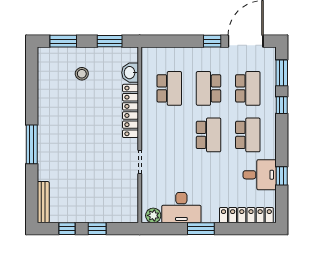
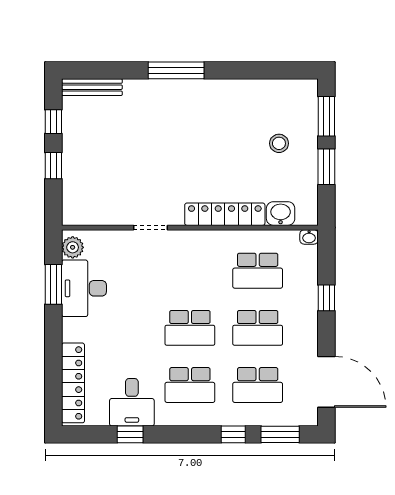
window: (110, 41) -> (326, 167), moved
window: (212, 41) -> (326, 298), moved
washbasin: (146, 53) -> (309, 237), added
school desk: (209, 88) -> (258, 328), turned 180
window: (201, 229) -> (53, 284), moved

